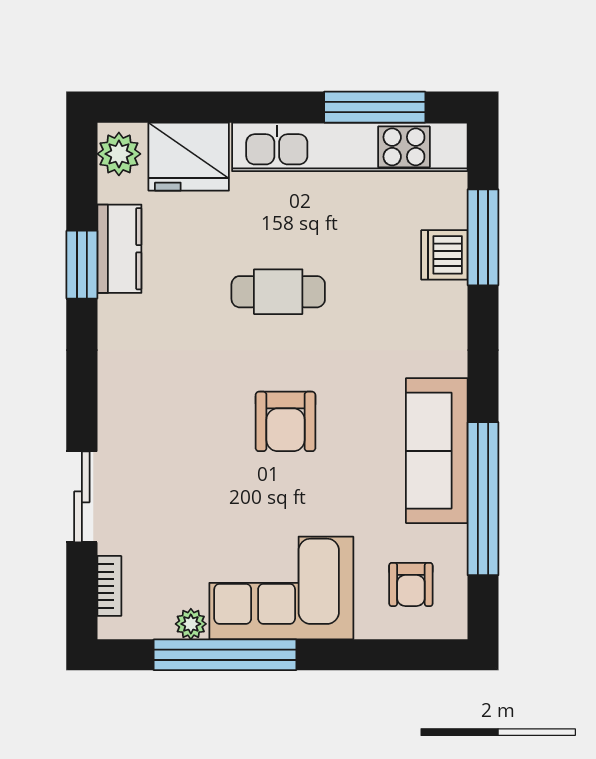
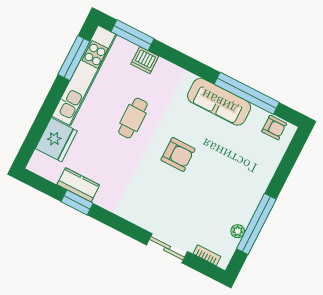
plant: (119, 154) -> (41, 166), removed
window: (483, 237) -> (133, 35), moved
cafe table: (278, 292) -> (133, 118), moved
armchair: (411, 584) -> (274, 128), moved
corner sofa: (281, 588) -> (242, 189), removed

